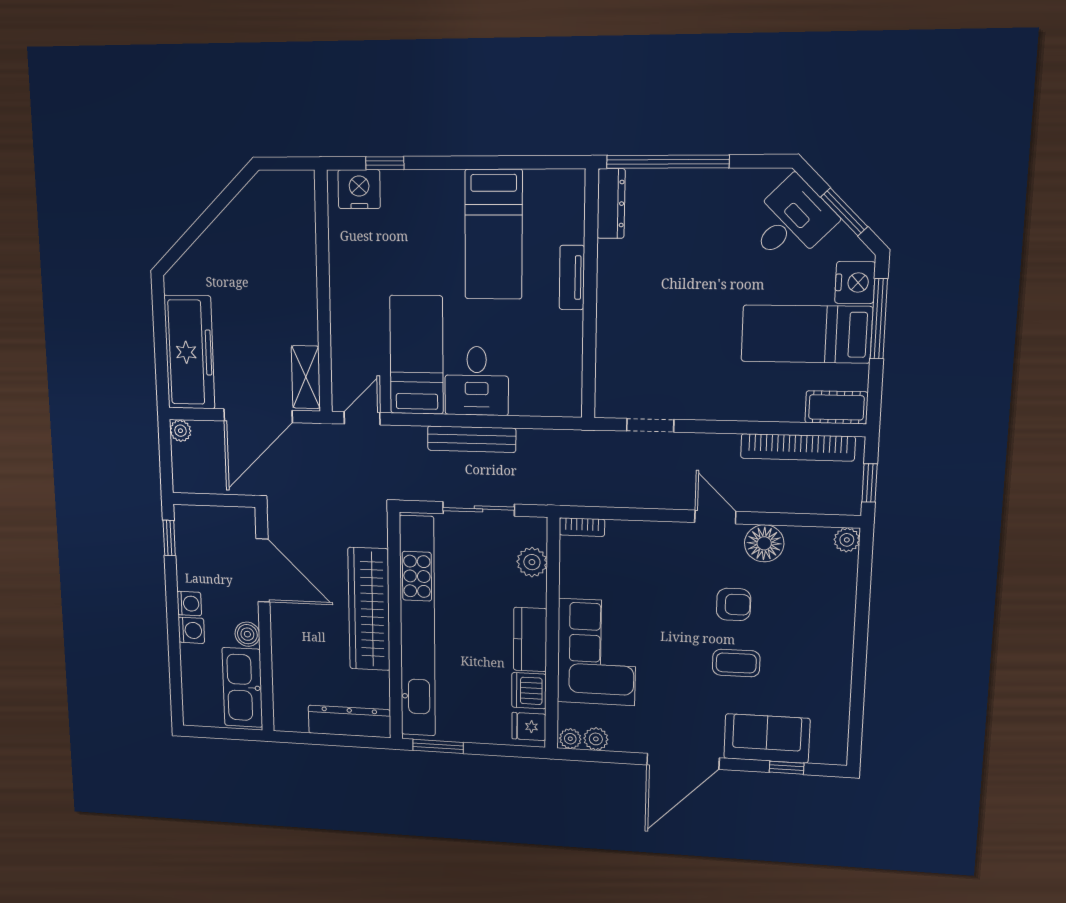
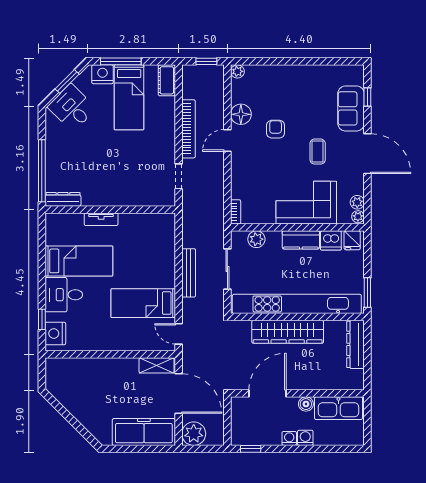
desk: (477, 381) -> (64, 295), moved, turned 180
plant: (180, 431) -> (194, 434), width x1.87, depth x1.87
bookcase: (798, 447) -> (188, 129), moved
coffee table: (736, 663) -> (318, 152), moved

